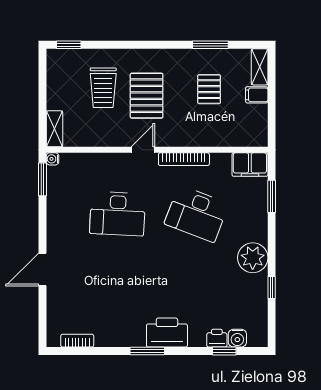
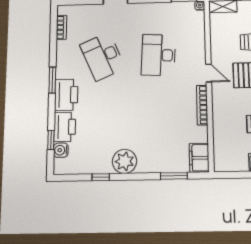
desk: (197, 214) -> (103, 56), moved, turned -45
printer: (217, 338) -> (65, 127), width x1.87, depth x1.48

